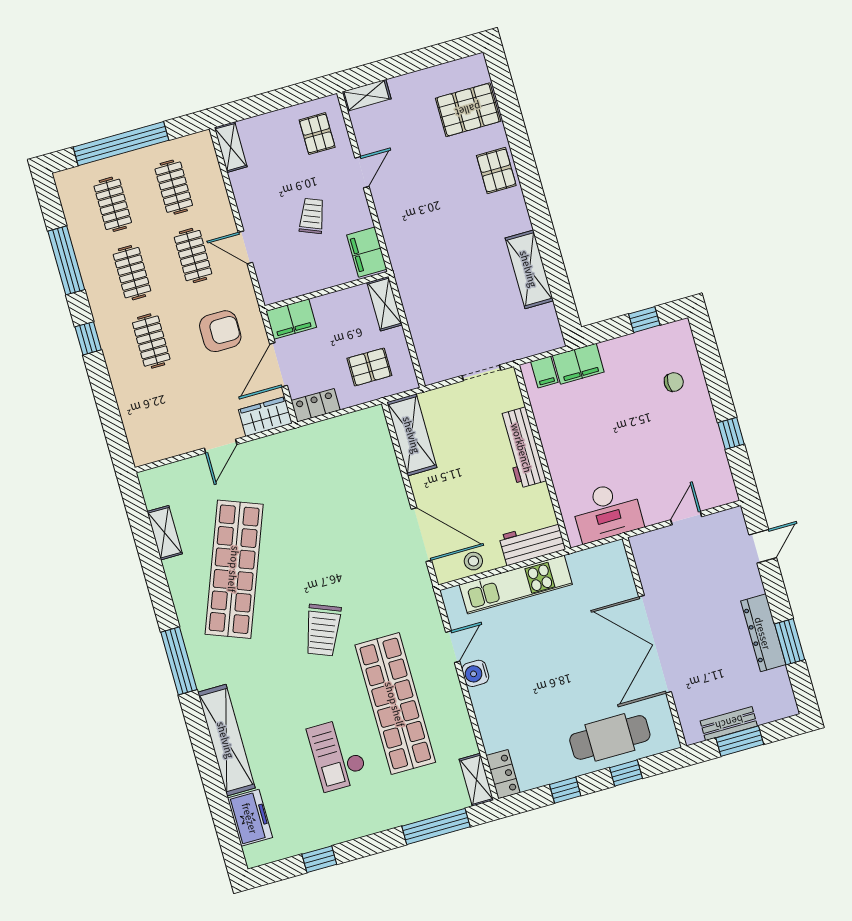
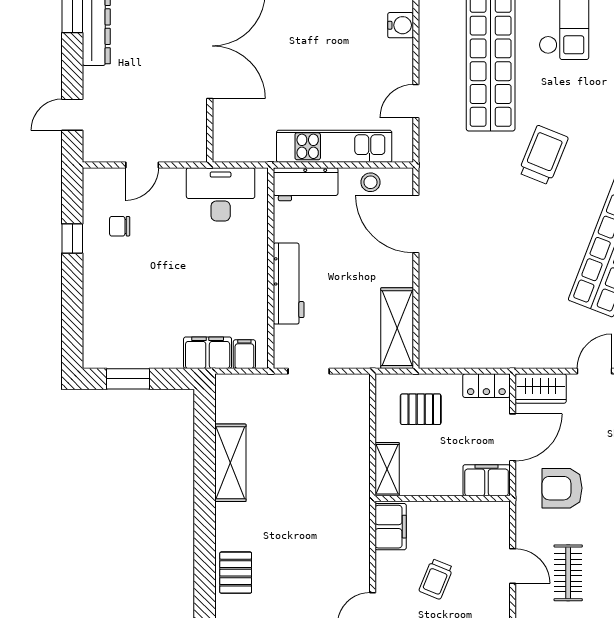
window: (644, 320) -> (128, 379), width x1.50
chair: (674, 382) -> (120, 226), moved
water cooler: (475, 673) -> (401, 25), moved

